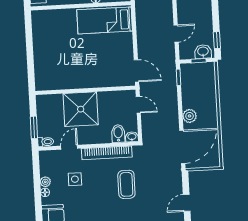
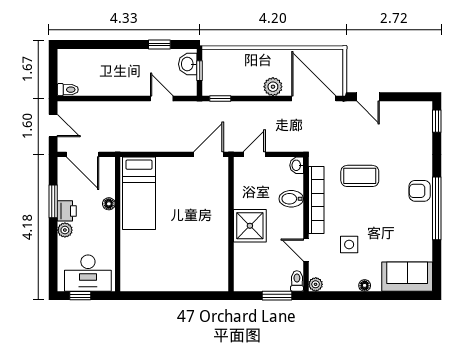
window: (217, 40) -> (159, 45), moved
shower: (81, 109) -> (250, 226), width x0.73, depth x0.73
bidet: (118, 134) -> (291, 199), moved
plant: (45, 182) -> (316, 284), moved
door: (187, 203) -> (368, 97), moved

